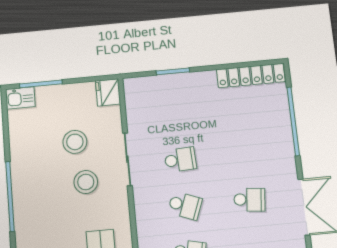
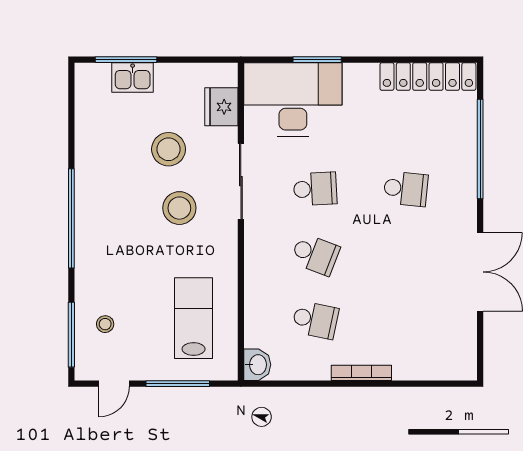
fridge: (108, 92) -> (221, 107), moved
kitchen sink: (20, 98) -> (133, 77), moved
desk: (159, 100) -> (293, 99), added
school desk: (249, 200) -> (406, 189), moved

